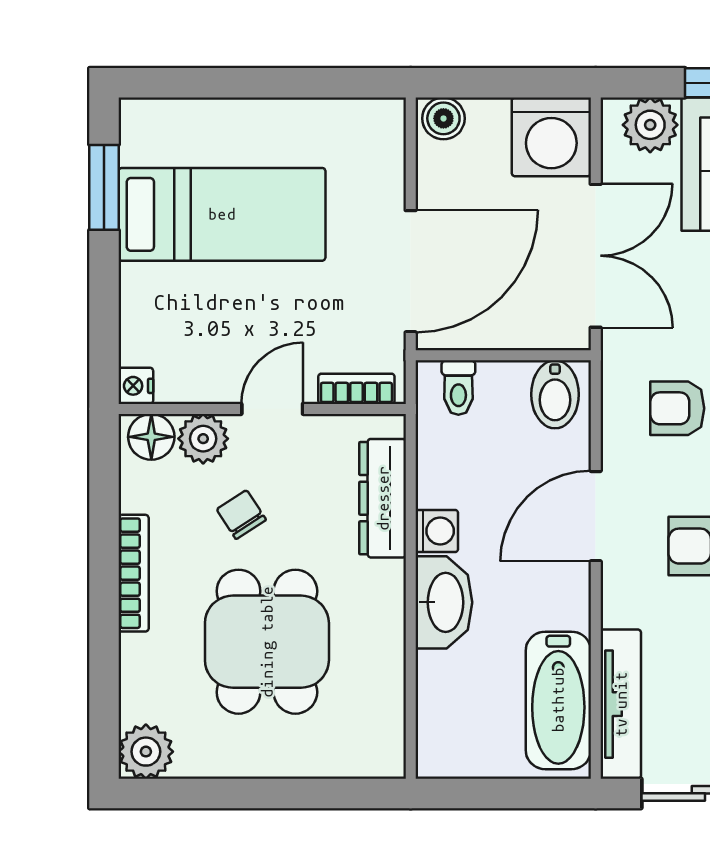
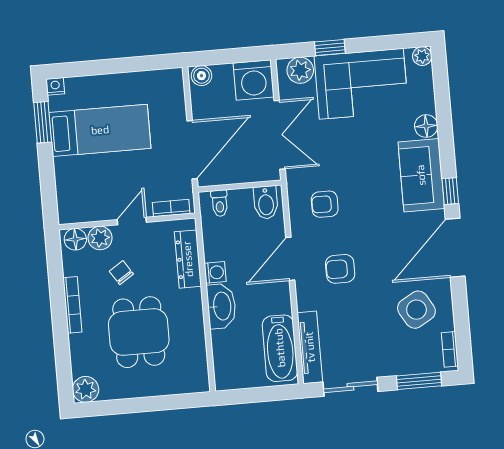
nightstand: (136, 386) -> (55, 86), moved, turned 90

